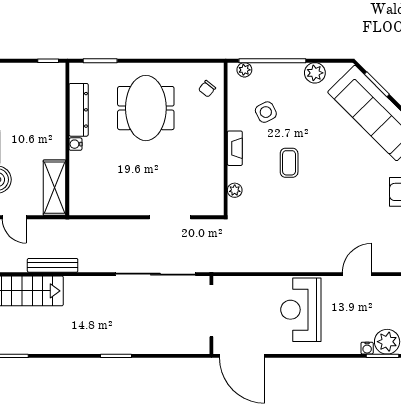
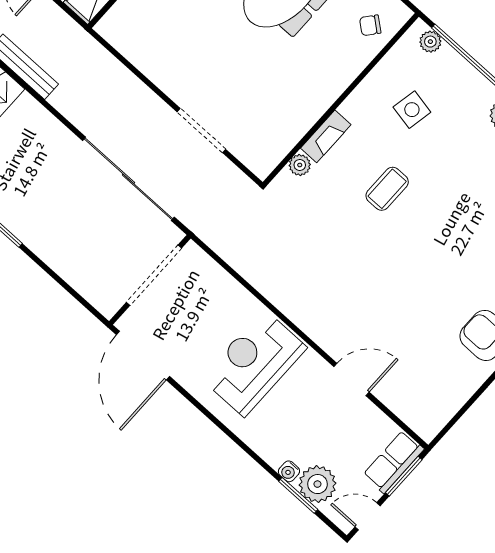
side table: (266, 112) -> (412, 110), turned 38
fireplace: (235, 148) -> (326, 136), moved

